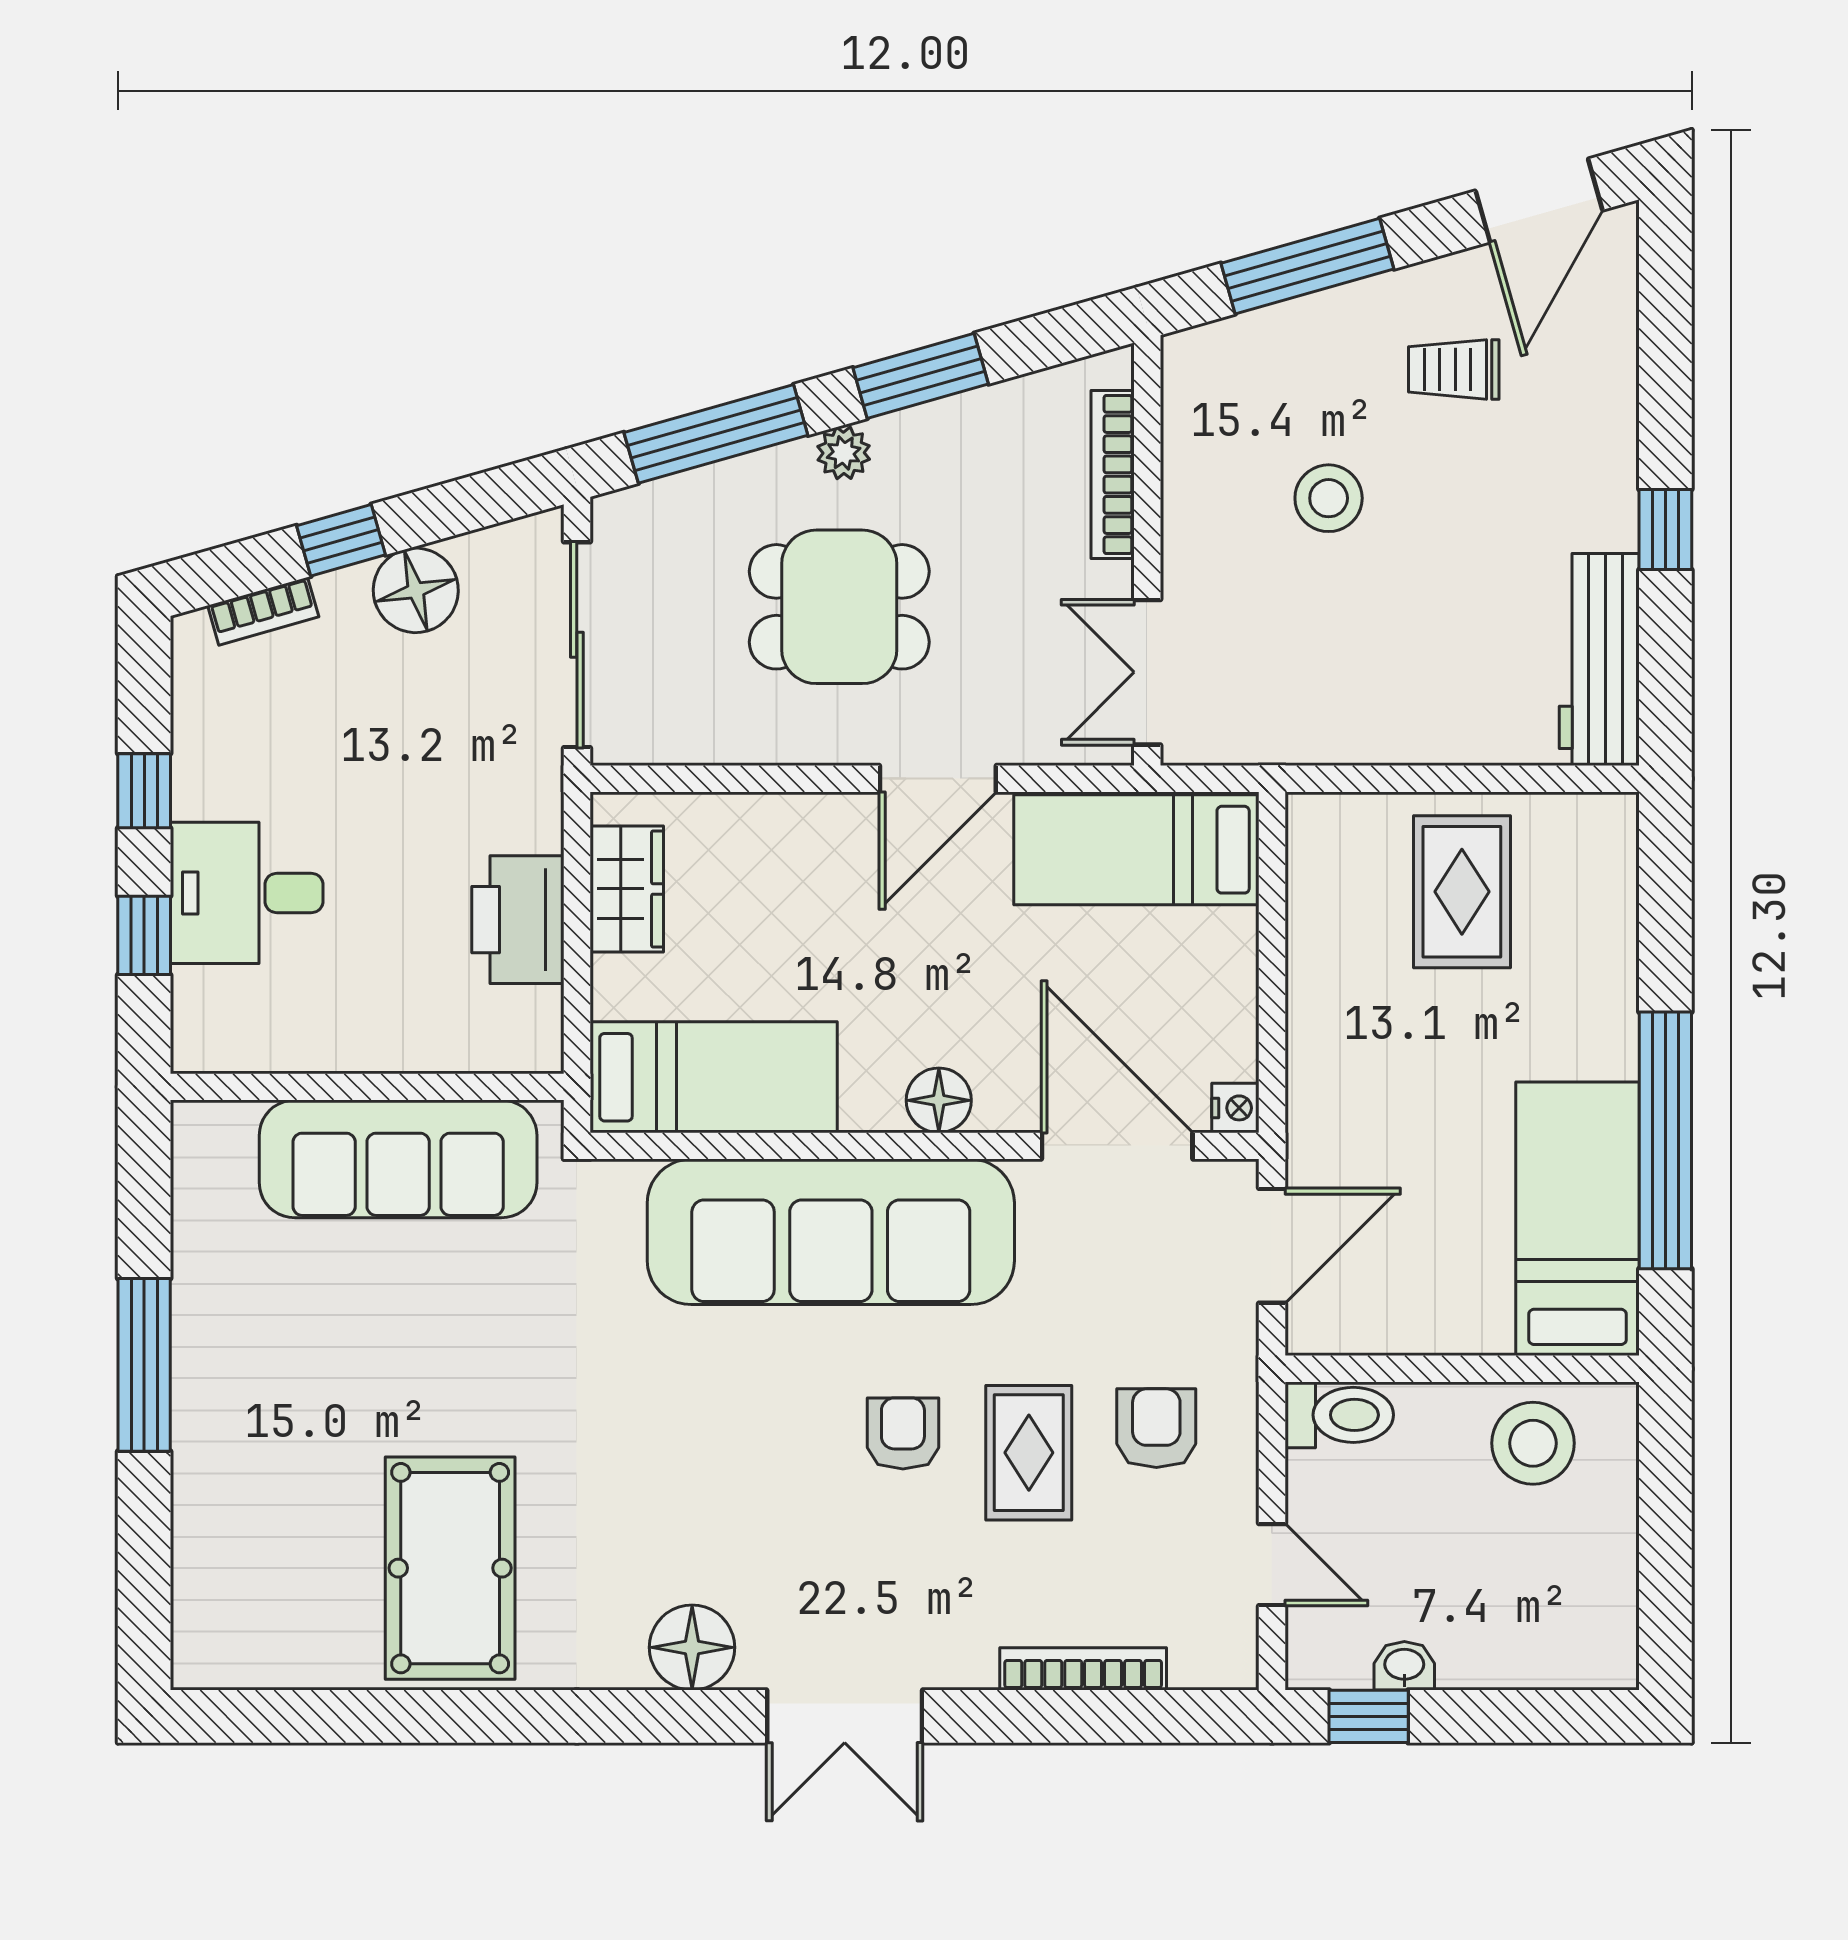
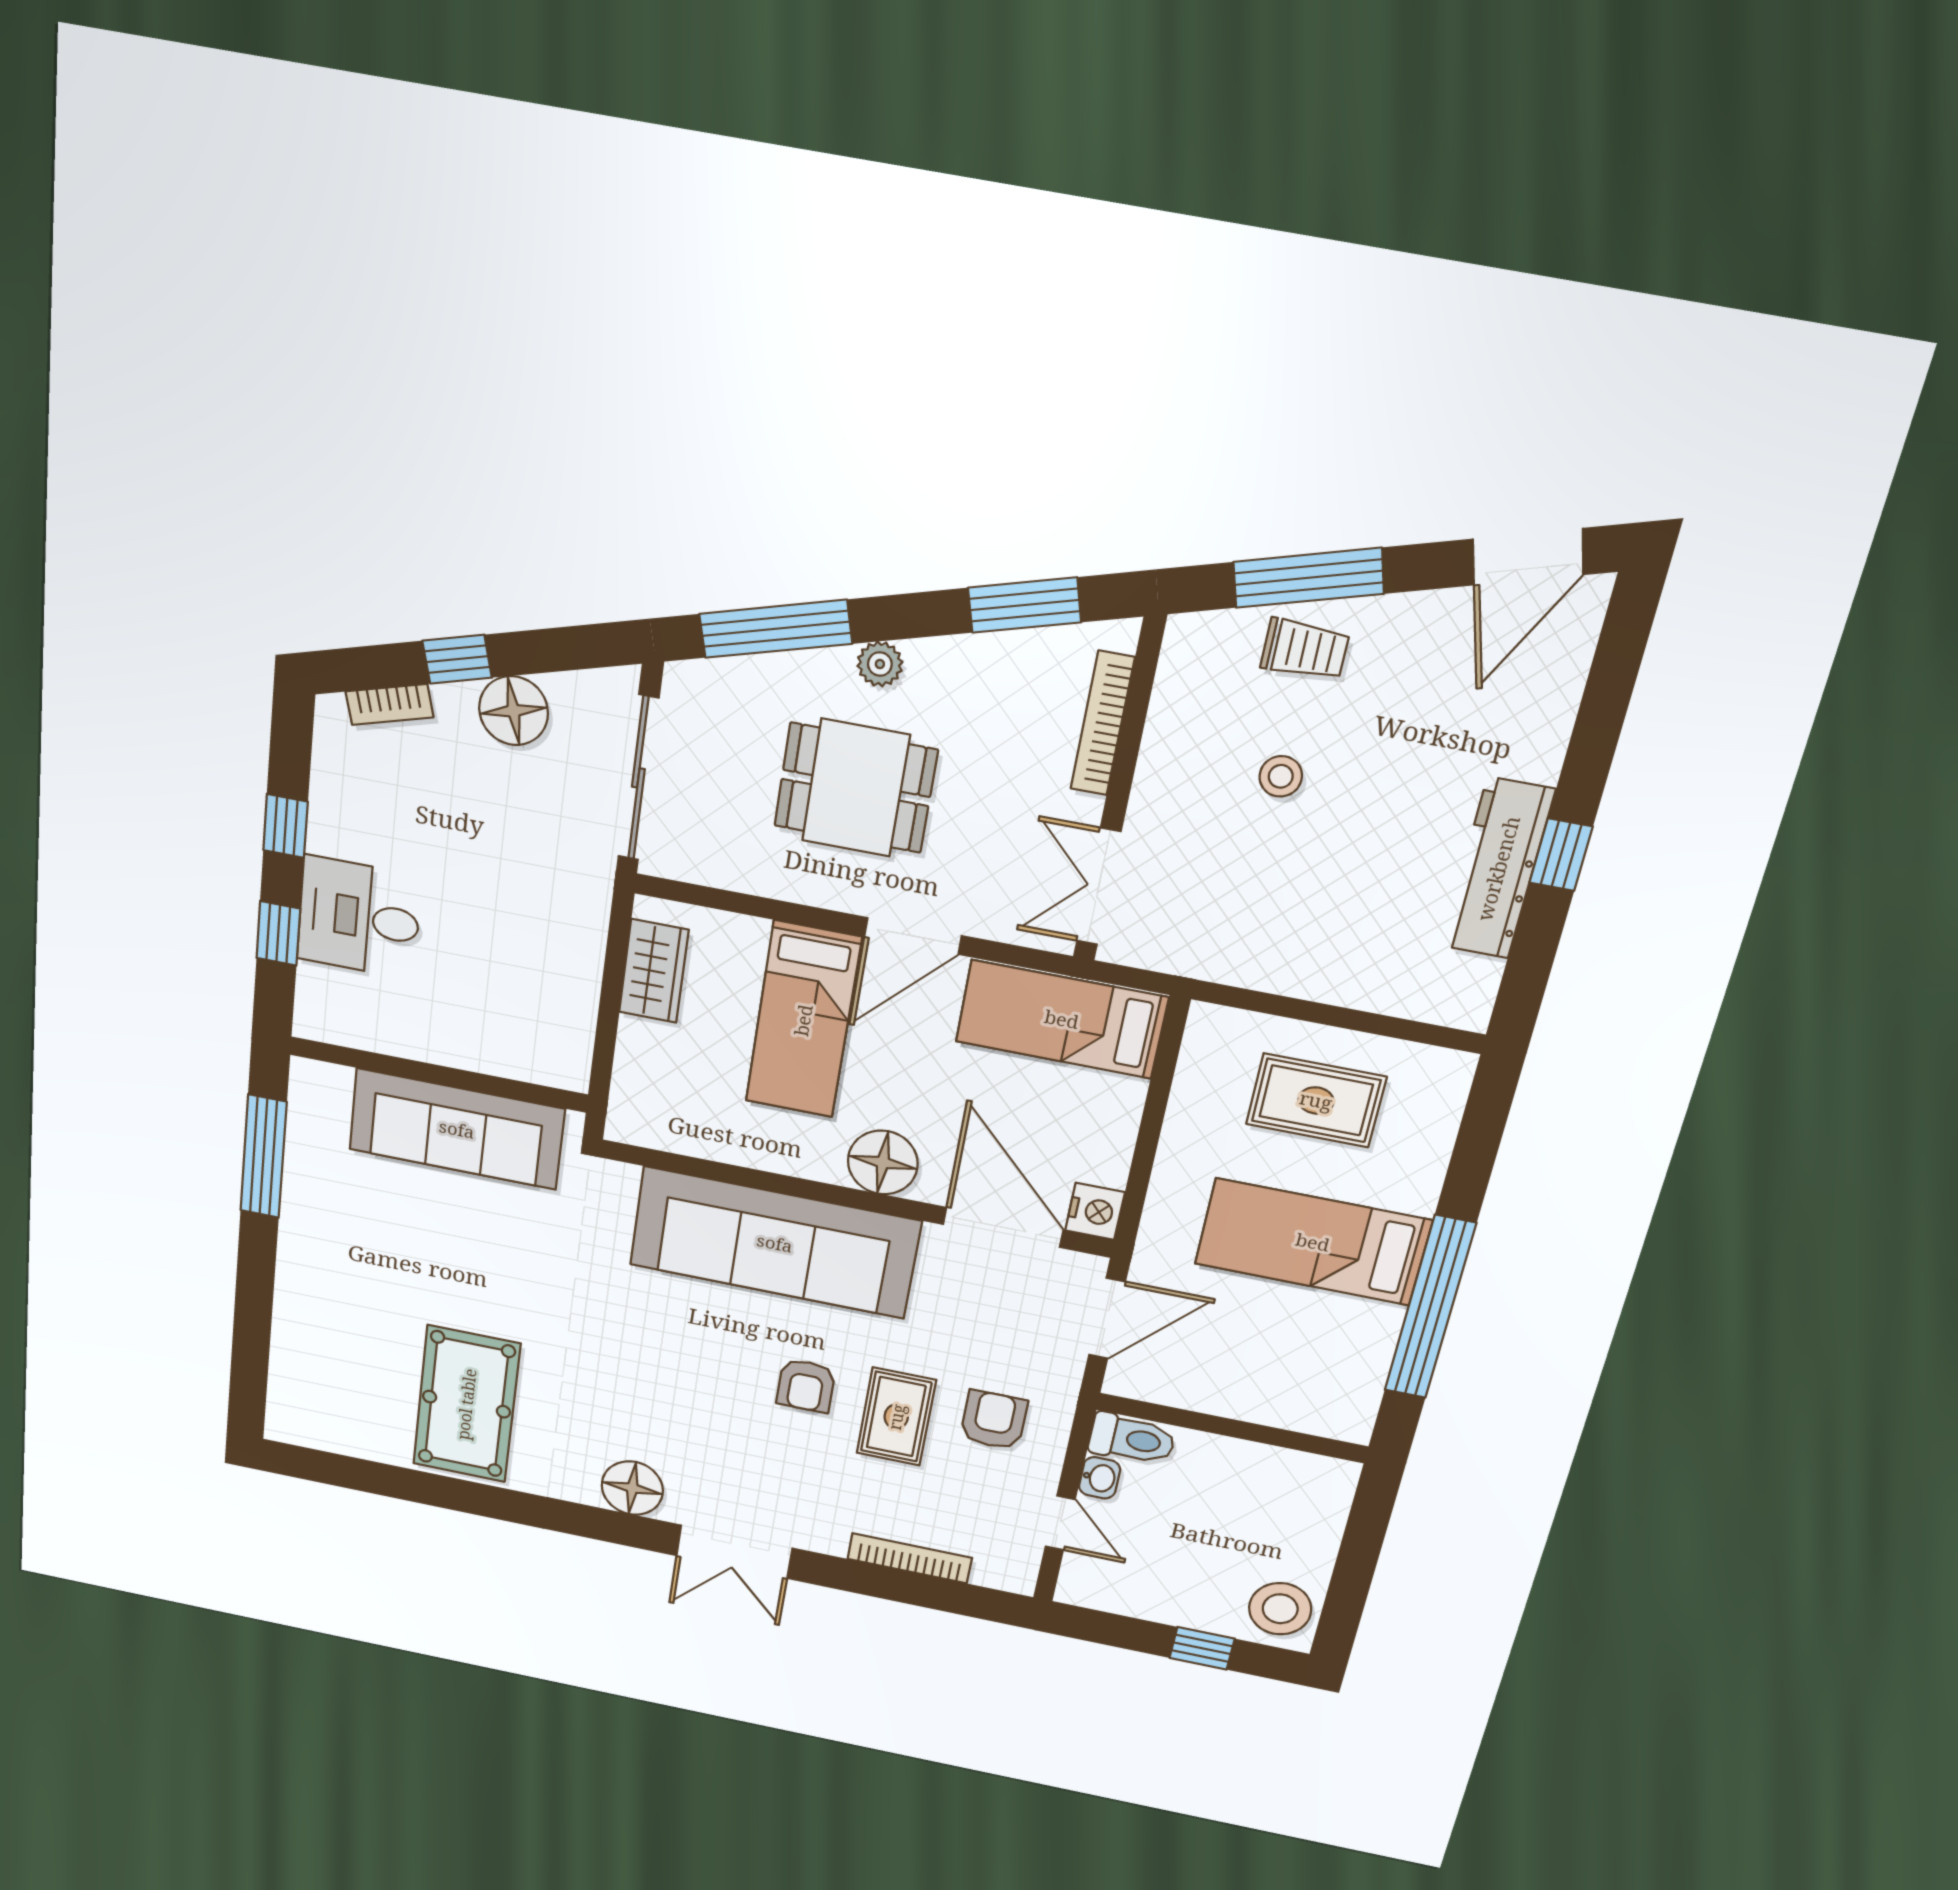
trolley: (1454, 369) -> (1305, 649), moved, turned 180
window: (921, 376) -> (1025, 605), moved
stool: (1329, 498) -> (1281, 776), width x0.73, depth x0.73
workbench: (1599, 659) -> (1498, 868), moved
rug: (1462, 892) -> (1316, 1100), turned 90
printer: (518, 920) -> (566, 977), removed
bed: (714, 1077) -> (803, 1020), moved, turned 90
floor lamp: (939, 1100) -> (883, 1162), width x1.38, depth x1.38
nightstand: (1235, 1108) -> (1095, 1211), width x1.39, depth x1.35
bed: (1578, 1219) -> (1313, 1242), moved, turned -90
window: (144, 1365) -> (264, 1157), moved
armchair: (903, 1433) -> (806, 1386), turned 180
stool: (1533, 1443) -> (1280, 1609), moved
washbasin: (1404, 1666) -> (1100, 1478), moved, turned 90
window: (1369, 1716) -> (1202, 1648), moved

